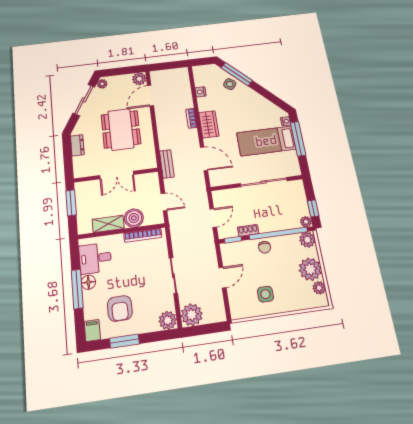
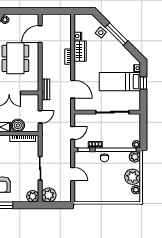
window: (237, 74) -> (116, 34), moved
plant: (139, 79) -> (33, 19), removed
wardrobe: (209, 124) -> (80, 51), moved
window: (298, 139) -> (143, 83), width x0.46
door: (164, 202) -> (40, 117), hinge flipped
window: (313, 208) -> (143, 136), removed
door: (222, 278) -> (73, 174), hinge flipped
side table: (265, 294) -> (99, 189), removed

